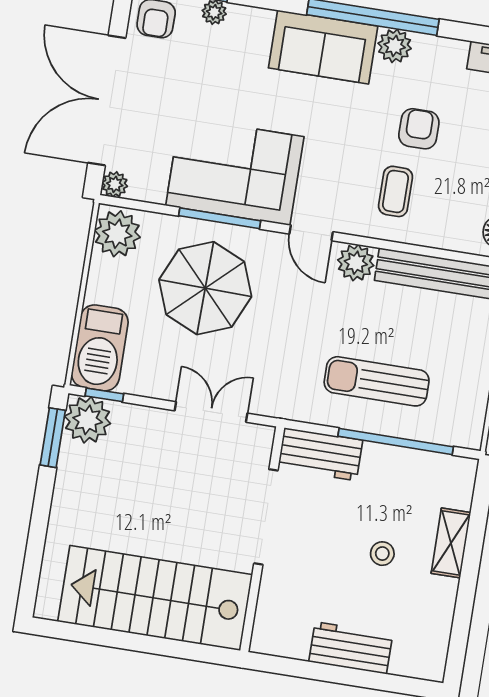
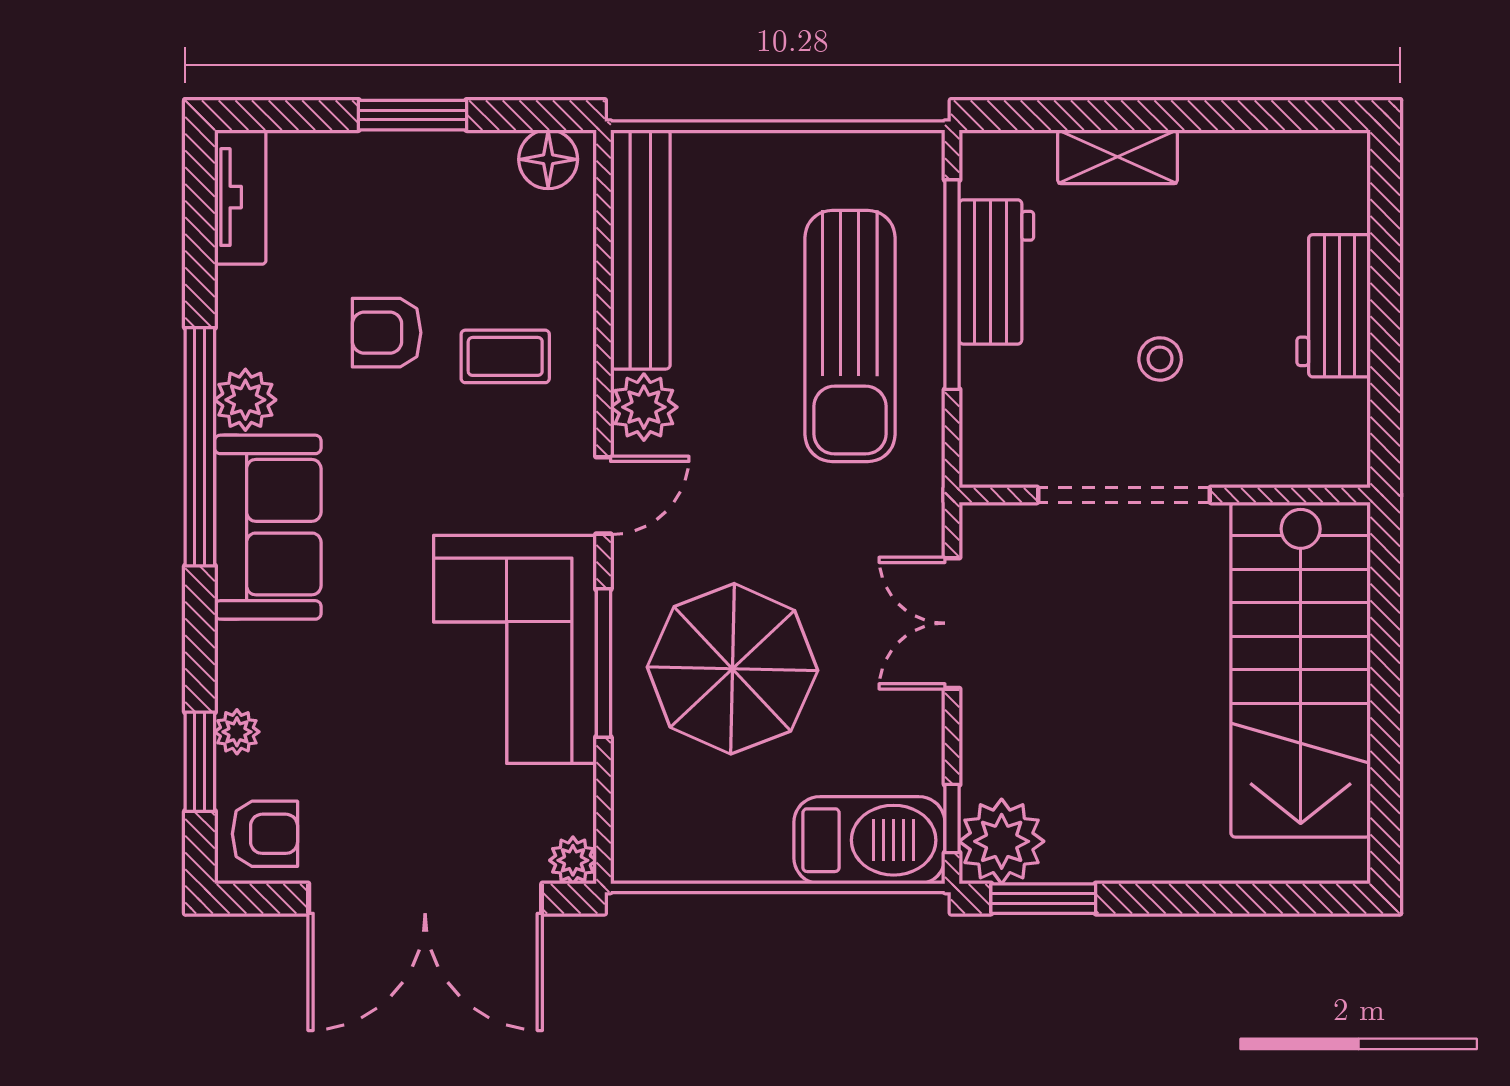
plant: (117, 234) -> (660, 842), removed
sun lounger: (377, 381) -> (850, 336), width x1.36, depth x1.34
workbench: (320, 454) -> (996, 272), moved
stool: (382, 554) -> (1160, 359), moved

